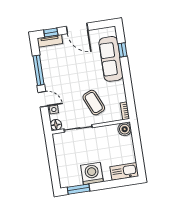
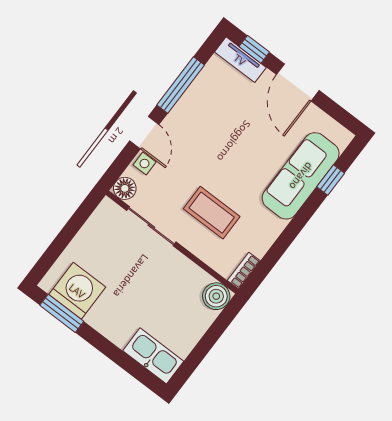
coffee table: (94, 103) -> (212, 213), turned -67
washing machine: (92, 174) -> (77, 291), moved

